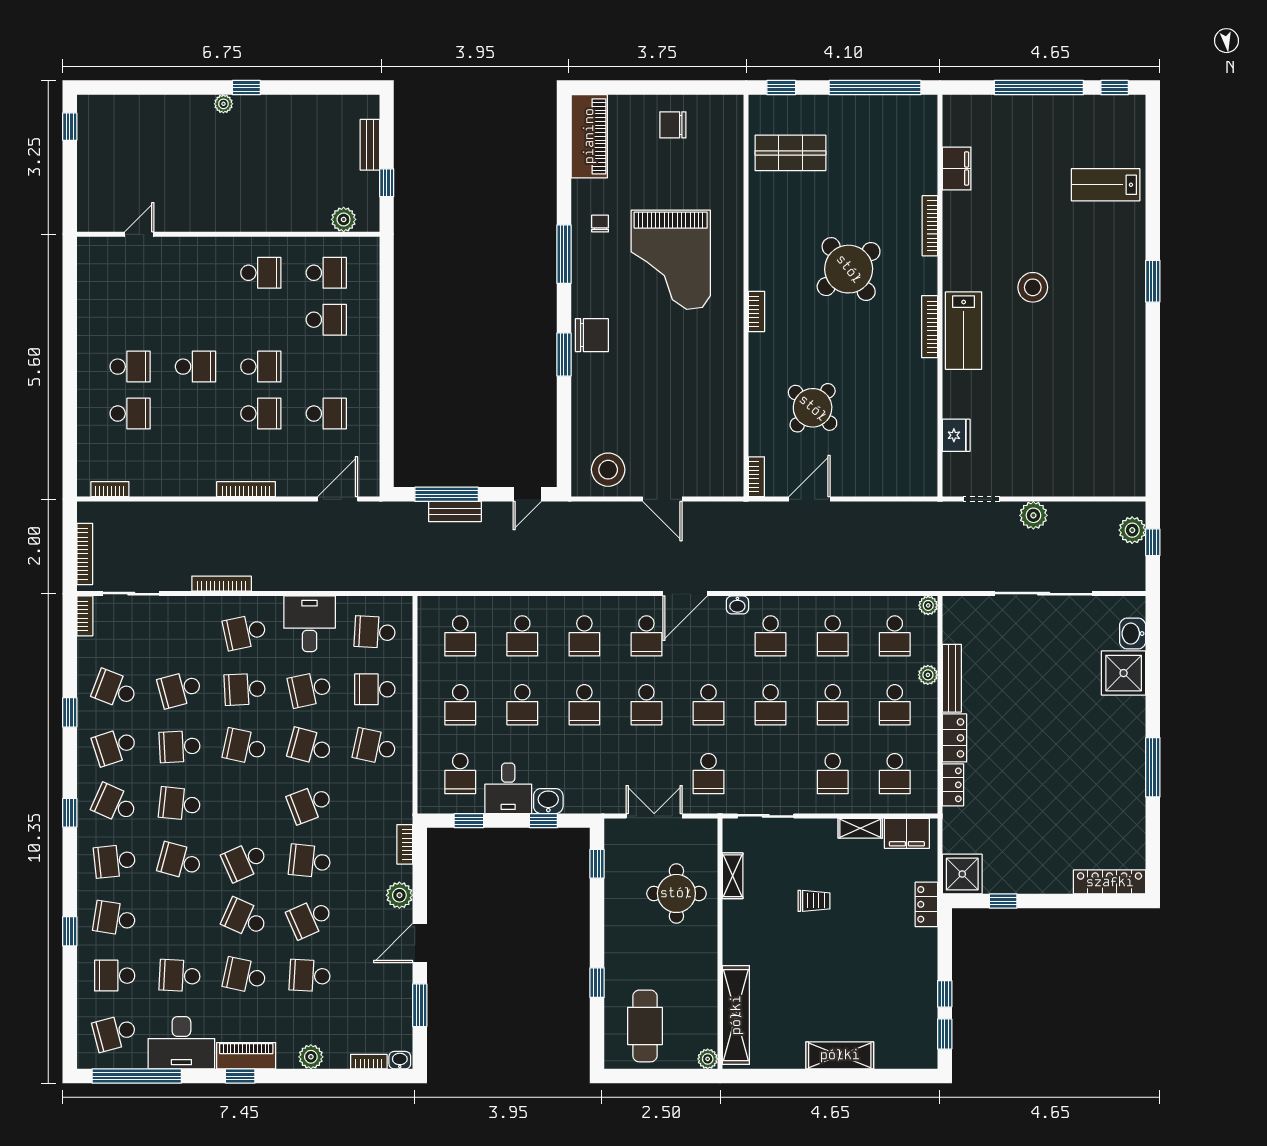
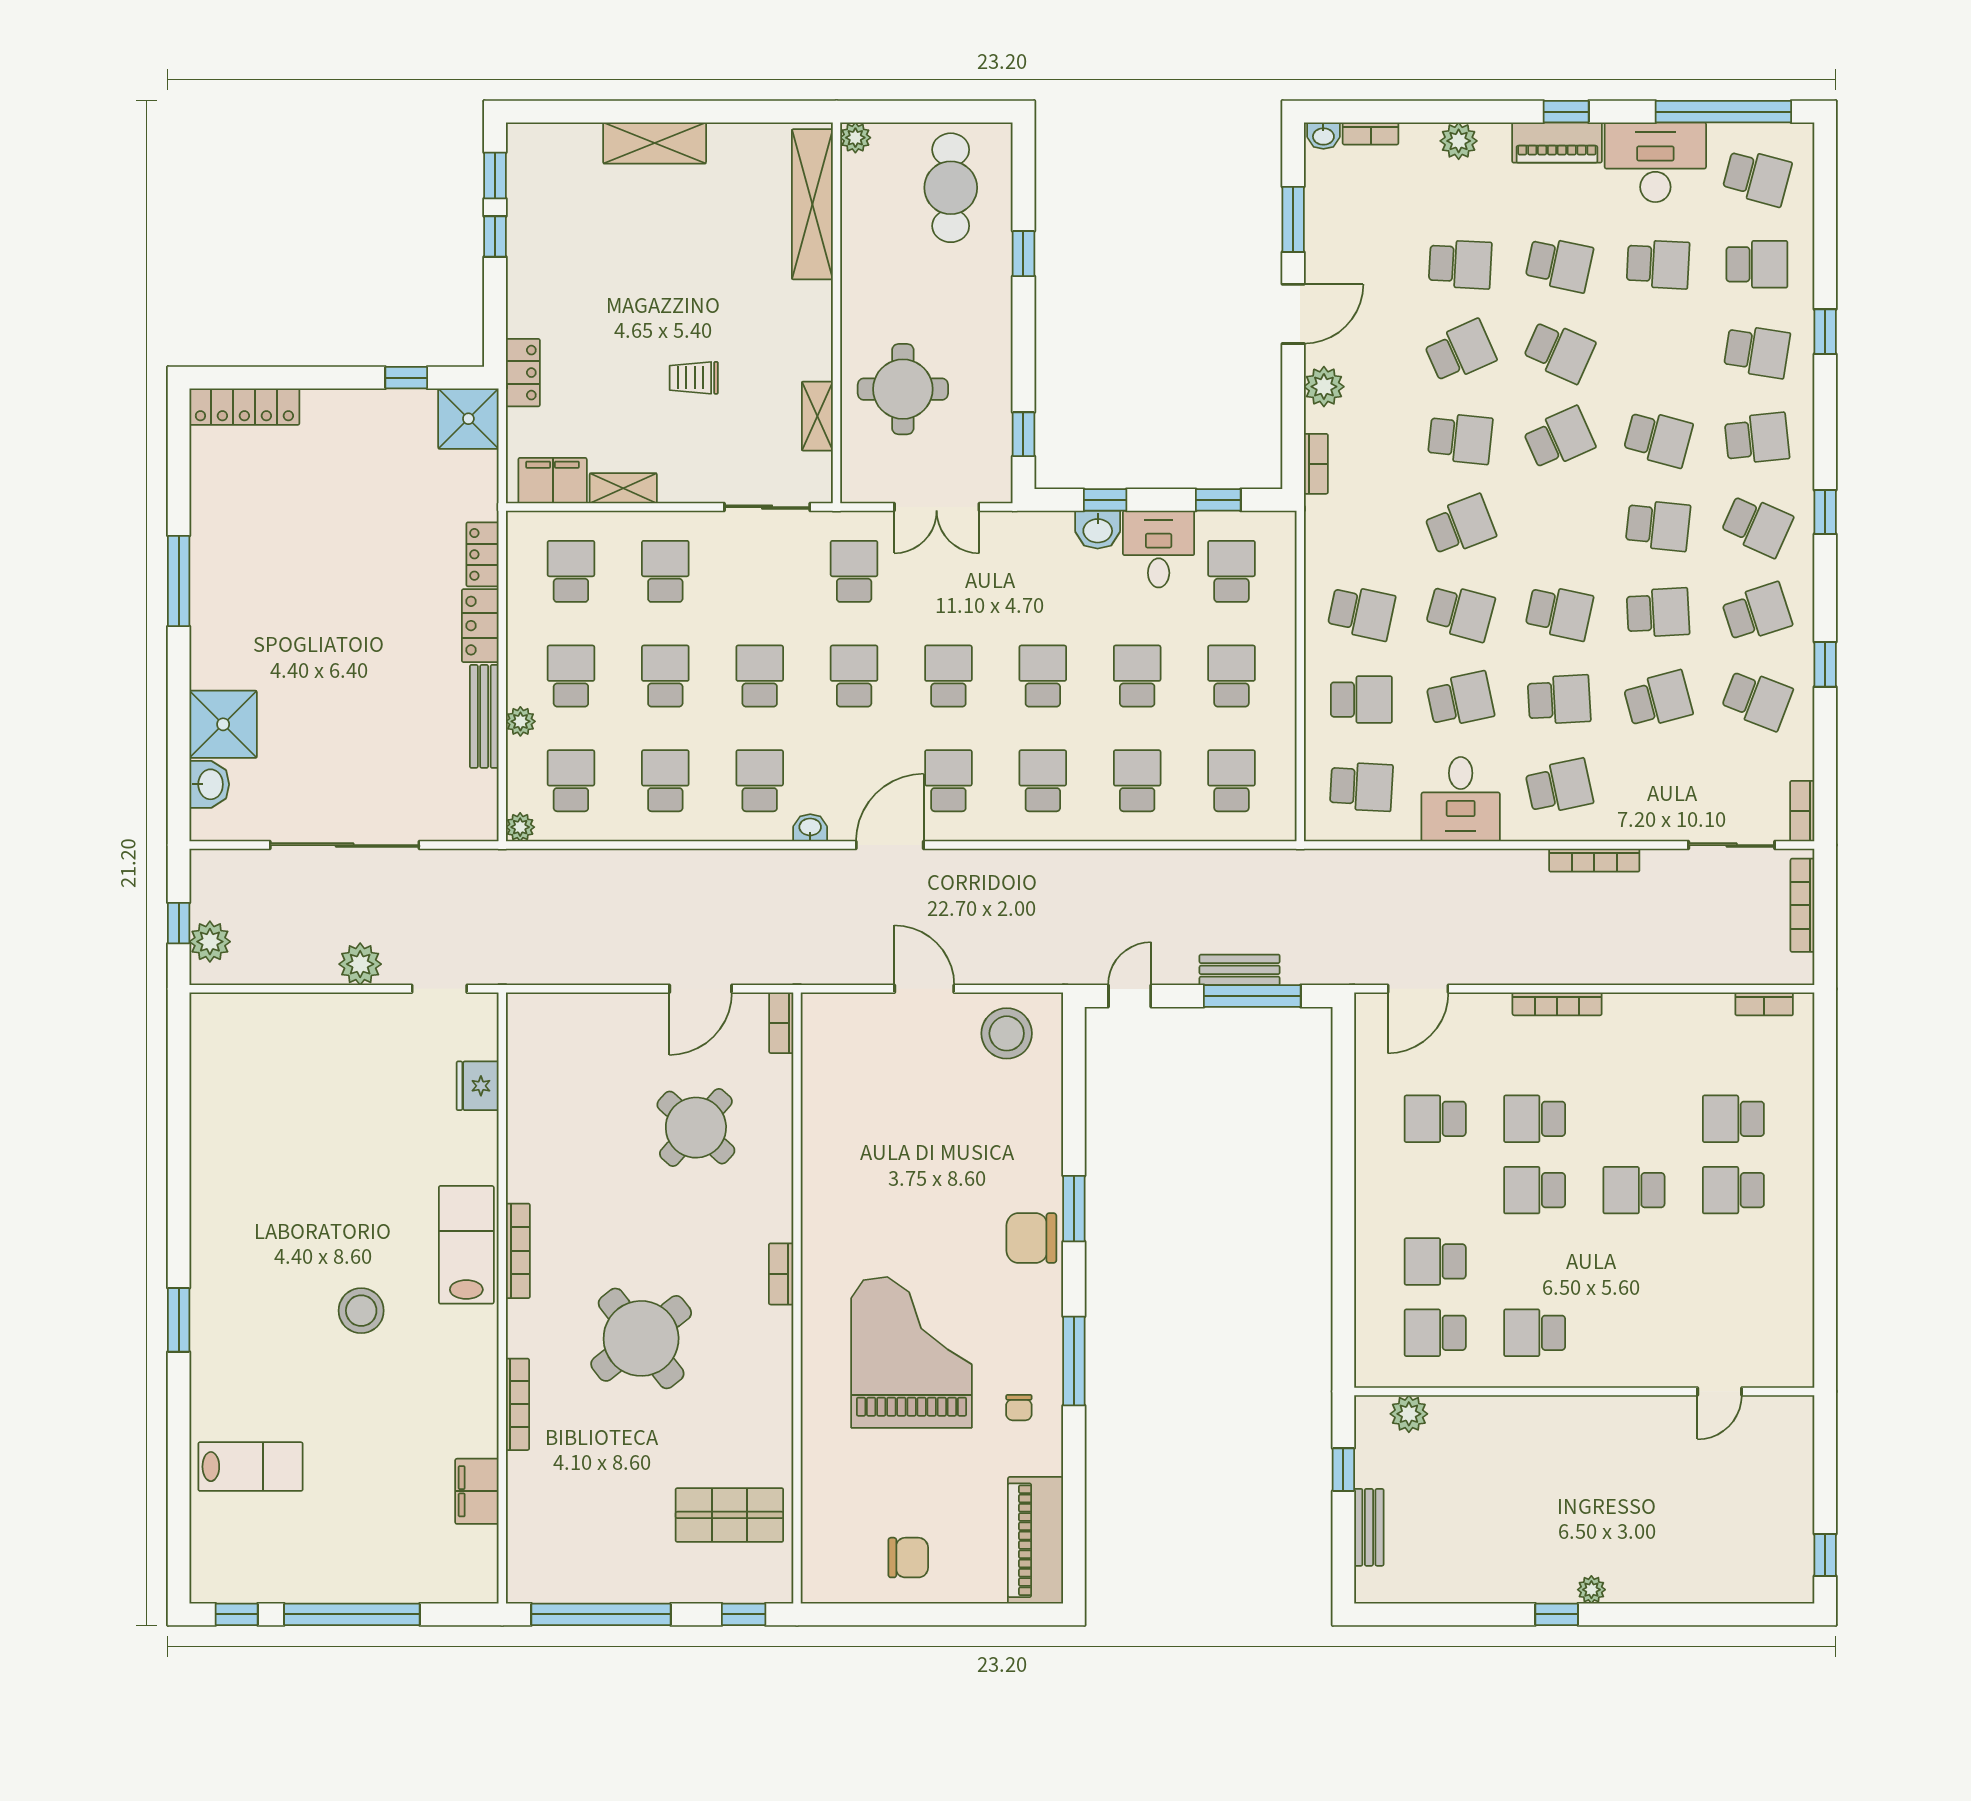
school desk: (115, 1033) -> (1757, 177), turned 30

